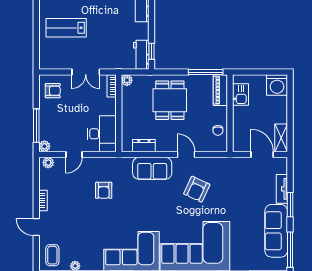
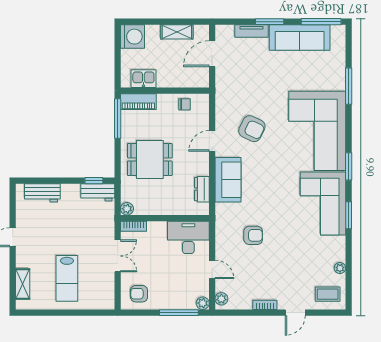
armchair: (53, 91) -> (139, 294), turned -90
shelving: (281, 138) -> (177, 32), moved

